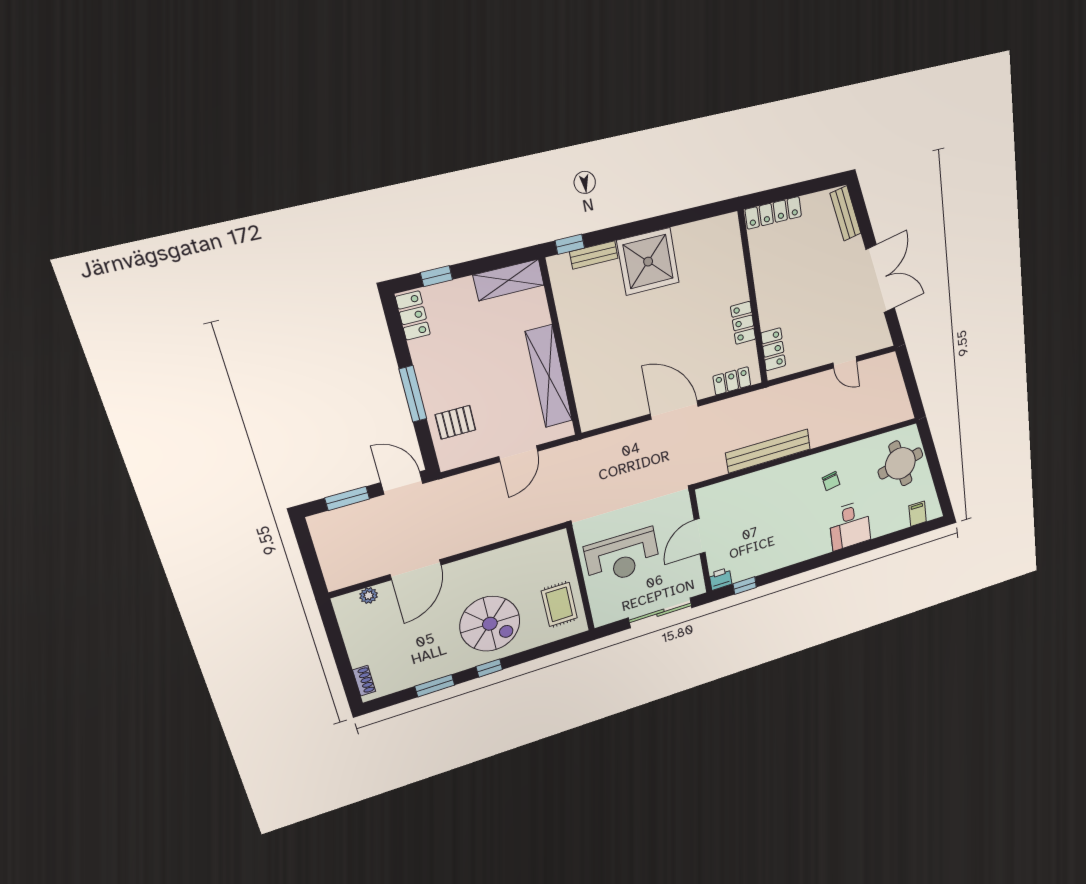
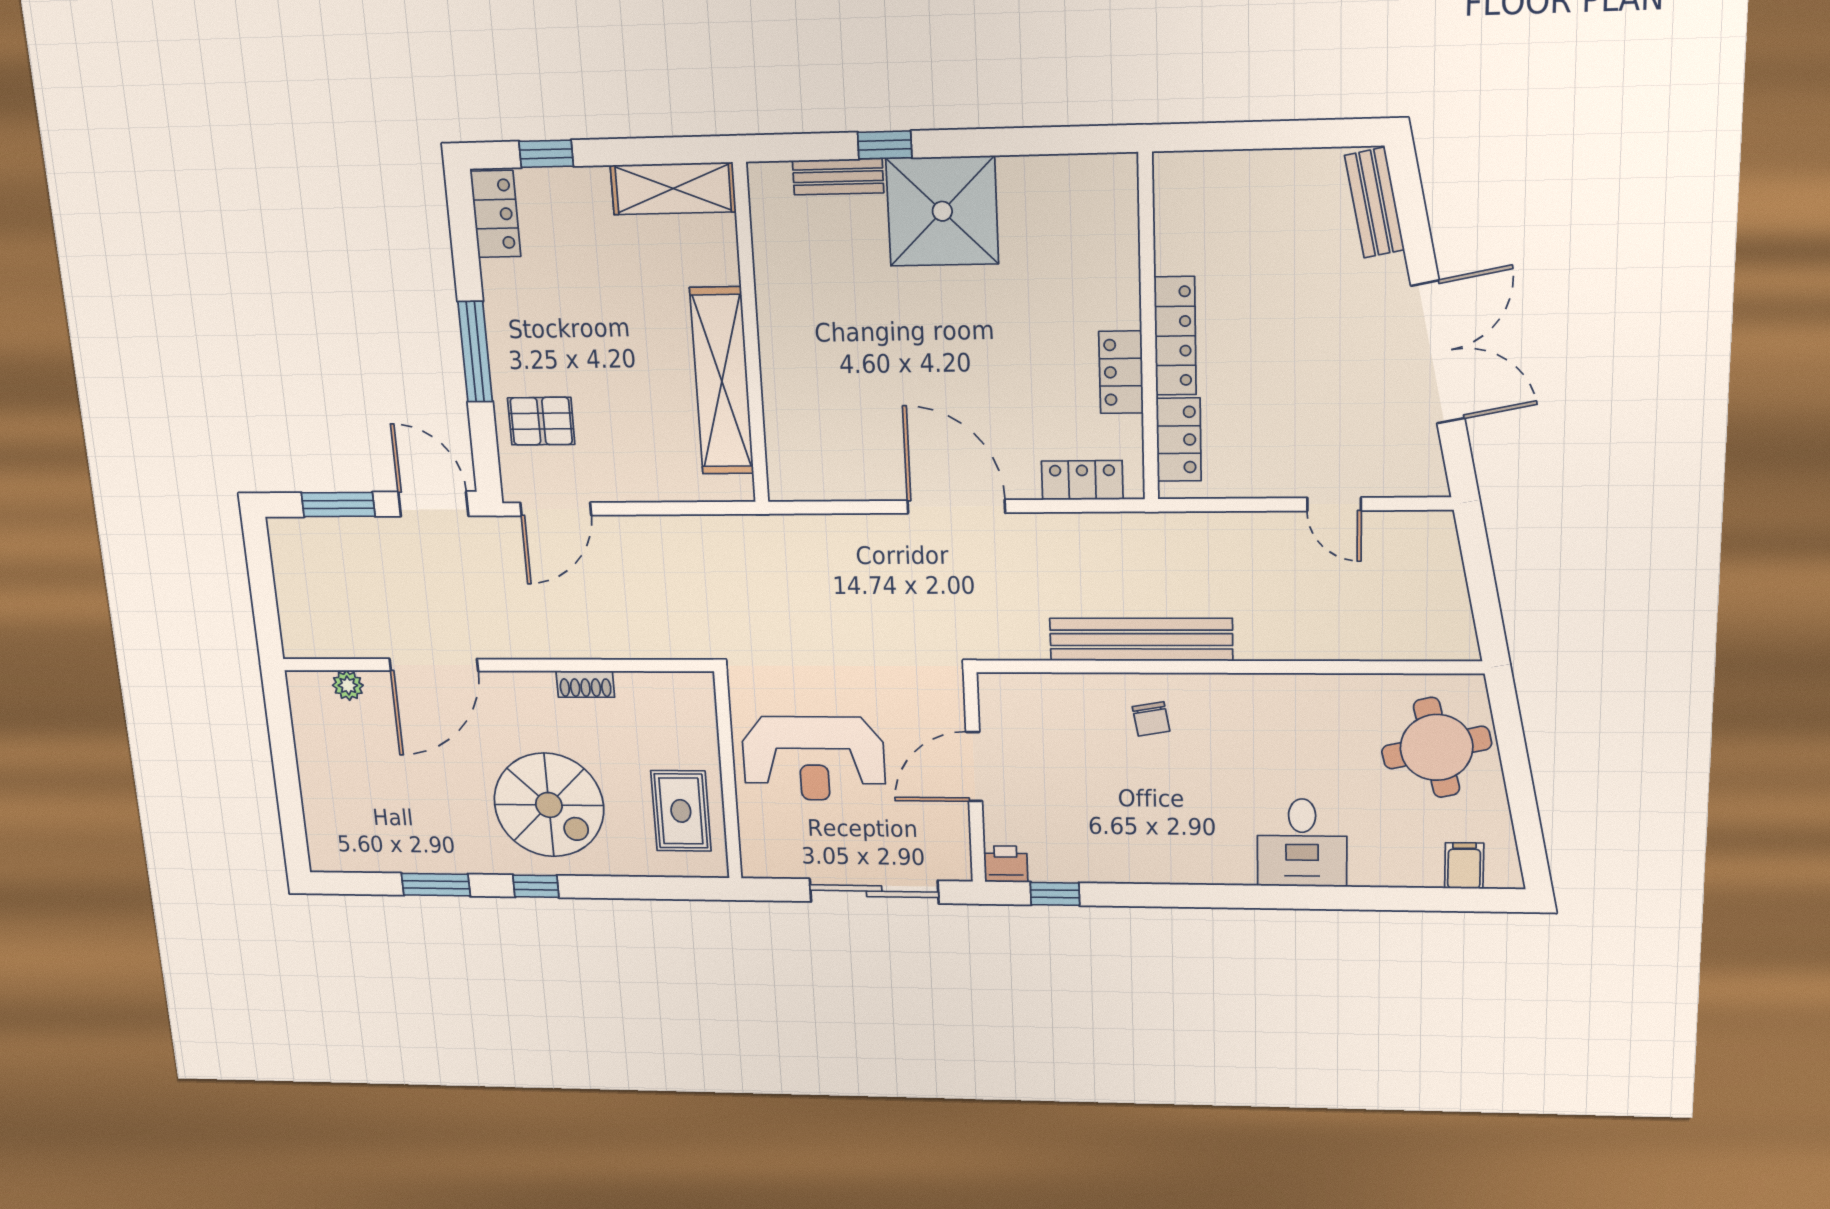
locker: (773, 213) -> (1175, 336), moved, turned -90
window: (570, 244) -> (885, 145), moved
door: (518, 454) -> (556, 509), moved
chair: (831, 481) -> (1151, 719), moved
shoe rack: (364, 681) -> (585, 684), moved, turned 90

